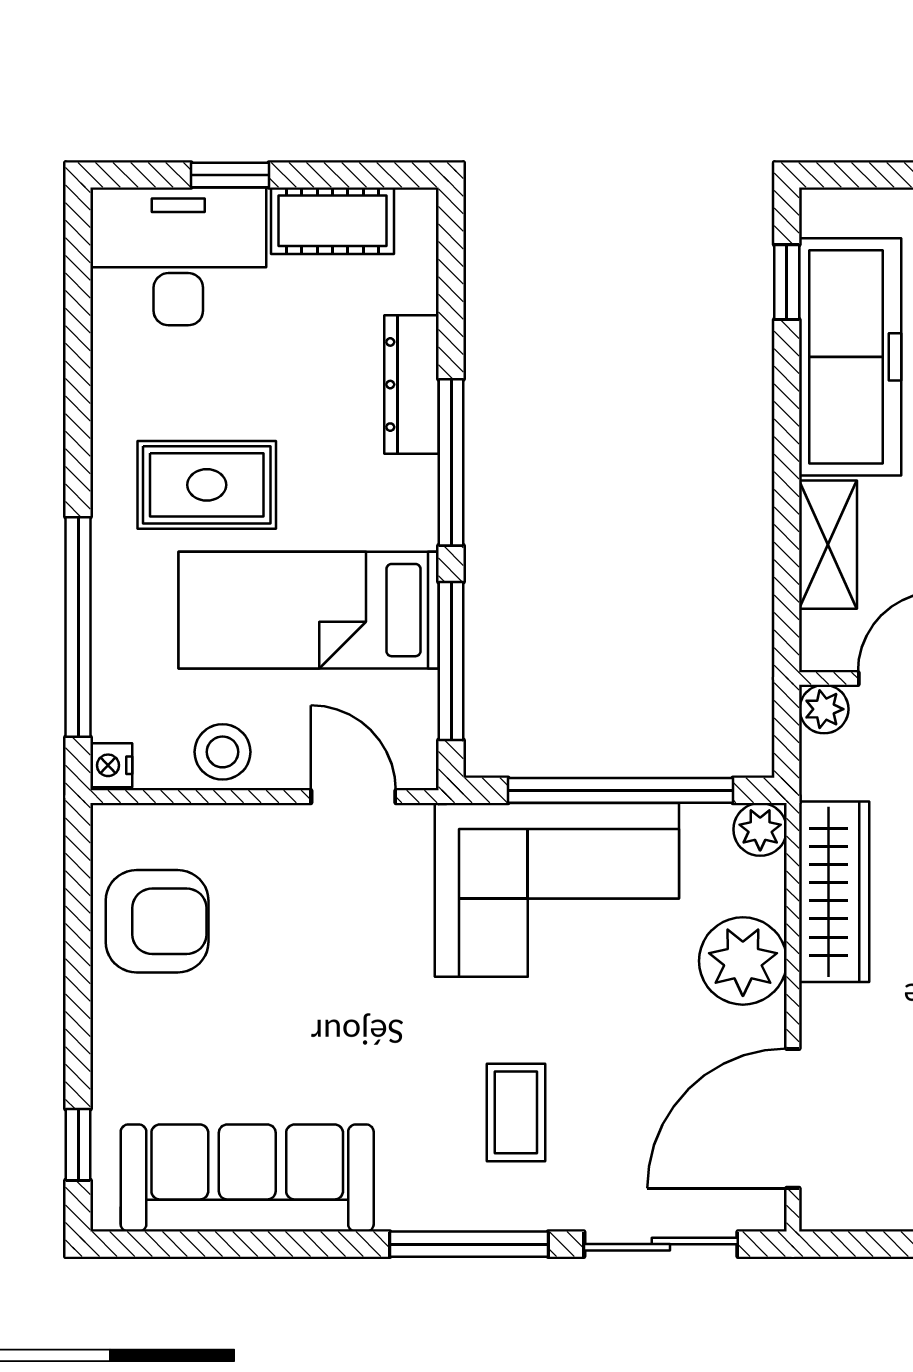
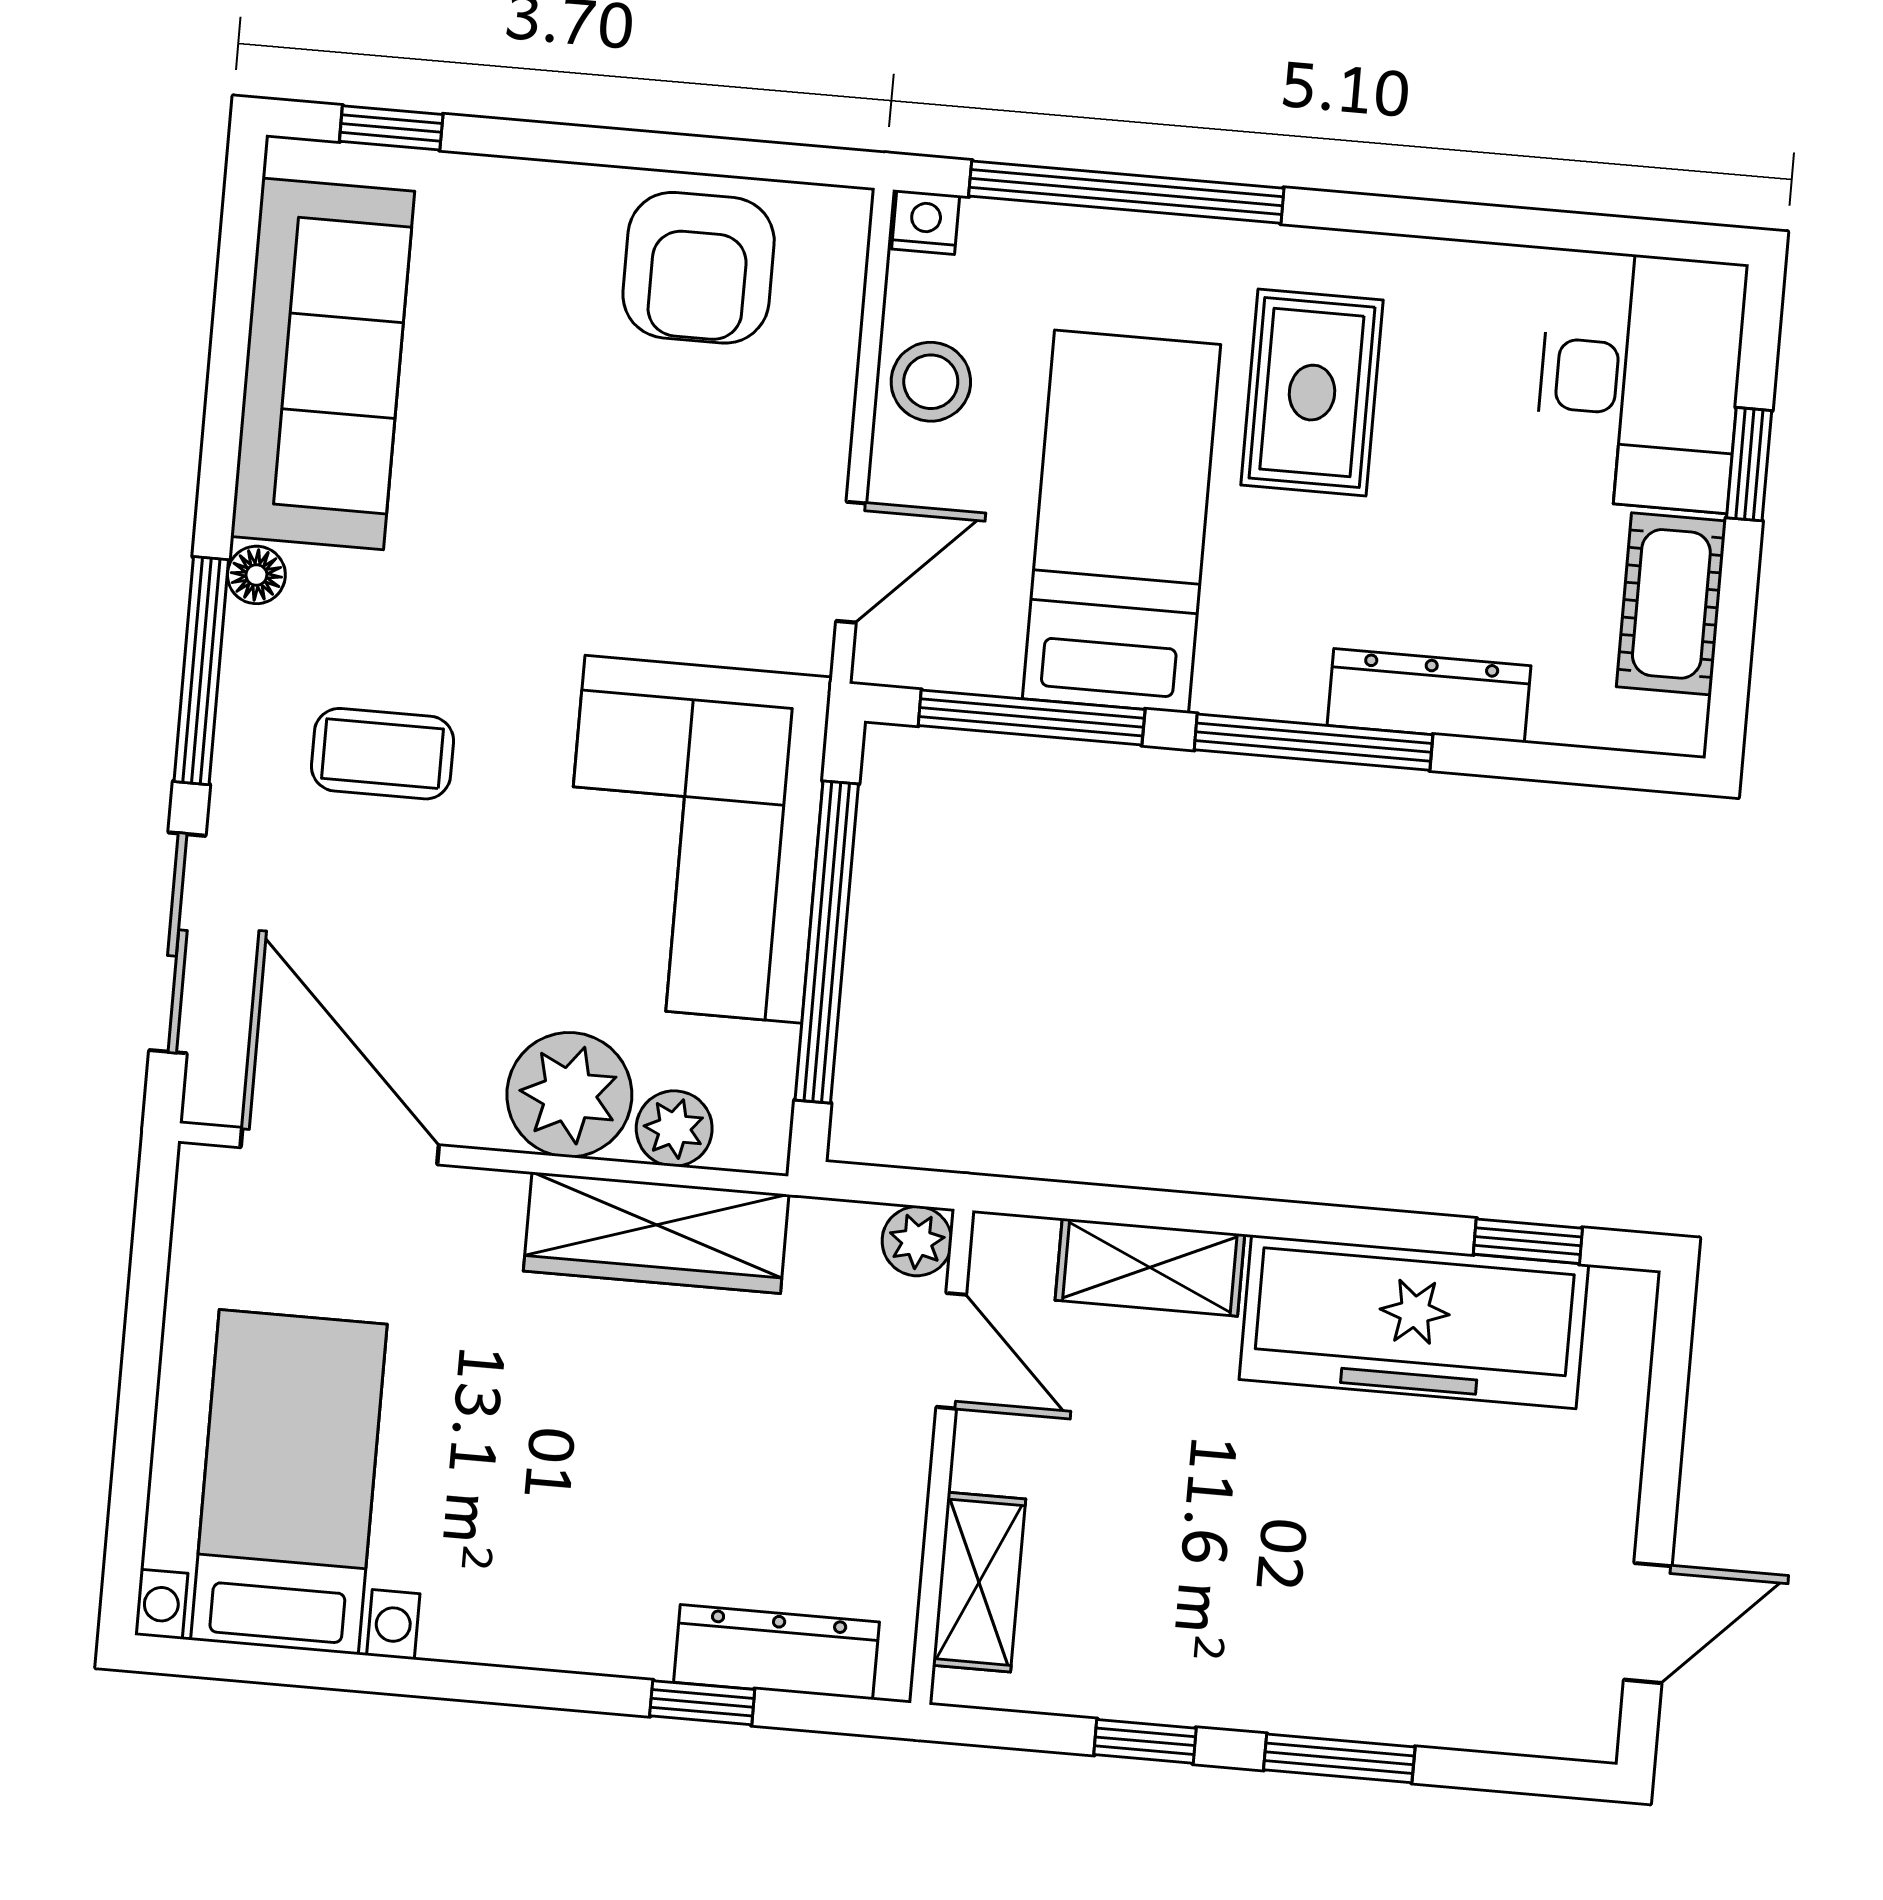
plant: (760, 829) -> (674, 1129), moved
floor lamp: (399, 1211) -> (256, 575), added

